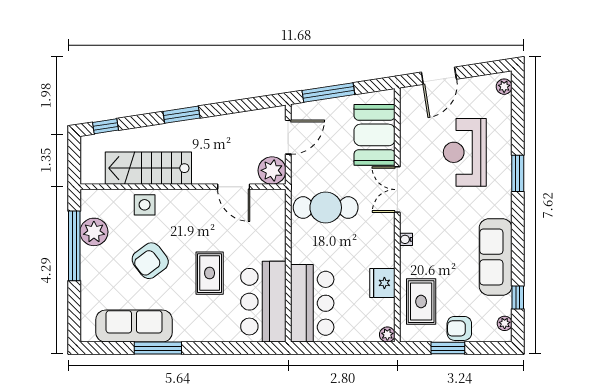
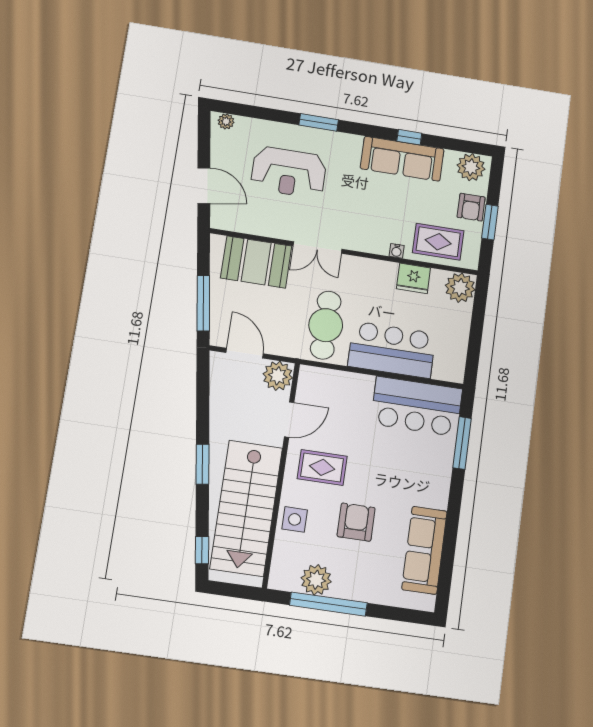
stairs: (148, 168) -> (246, 508), width x1.36, depth x1.51
water cooler: (406, 239) -> (397, 251), moved
armchair: (150, 261) -> (356, 522), turned -143
rug: (210, 273) -> (322, 467), moved
window: (518, 298) -> (409, 137), moved
bar counter: (312, 303) -> (392, 350), moved
plant: (505, 323) -> (471, 167), width x1.88, depth x1.88
plant: (387, 335) -> (460, 288), width x1.87, depth x1.87
window: (158, 348) -> (462, 443), moved

